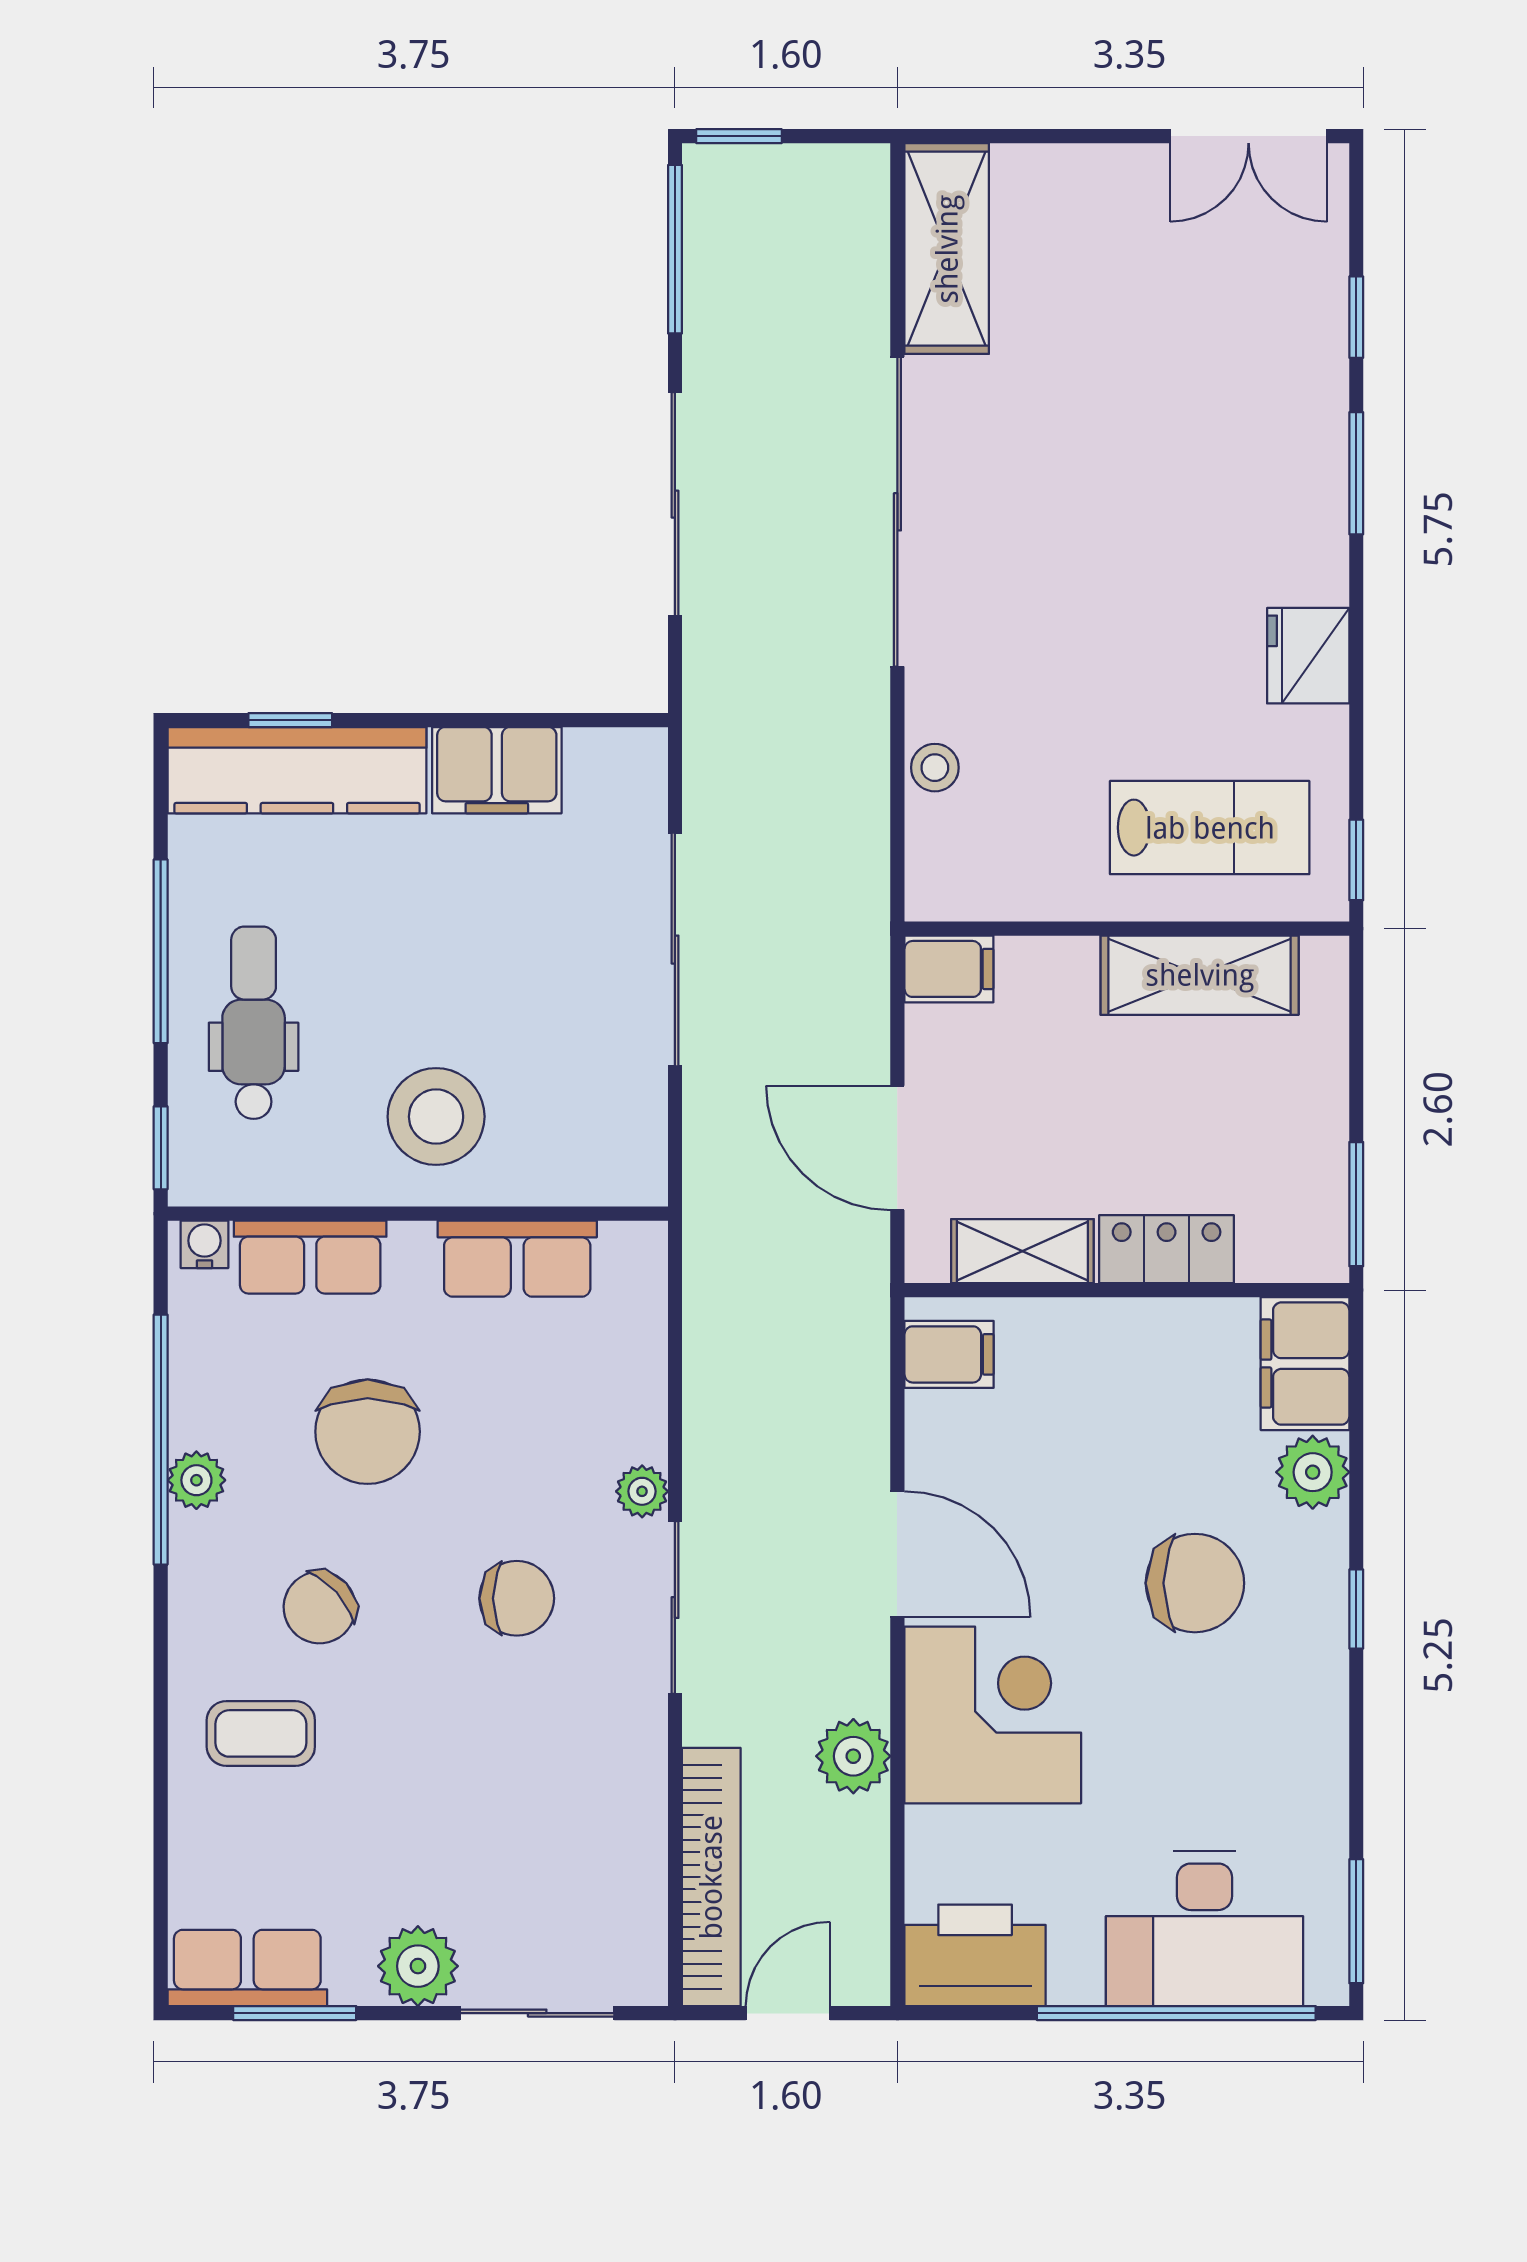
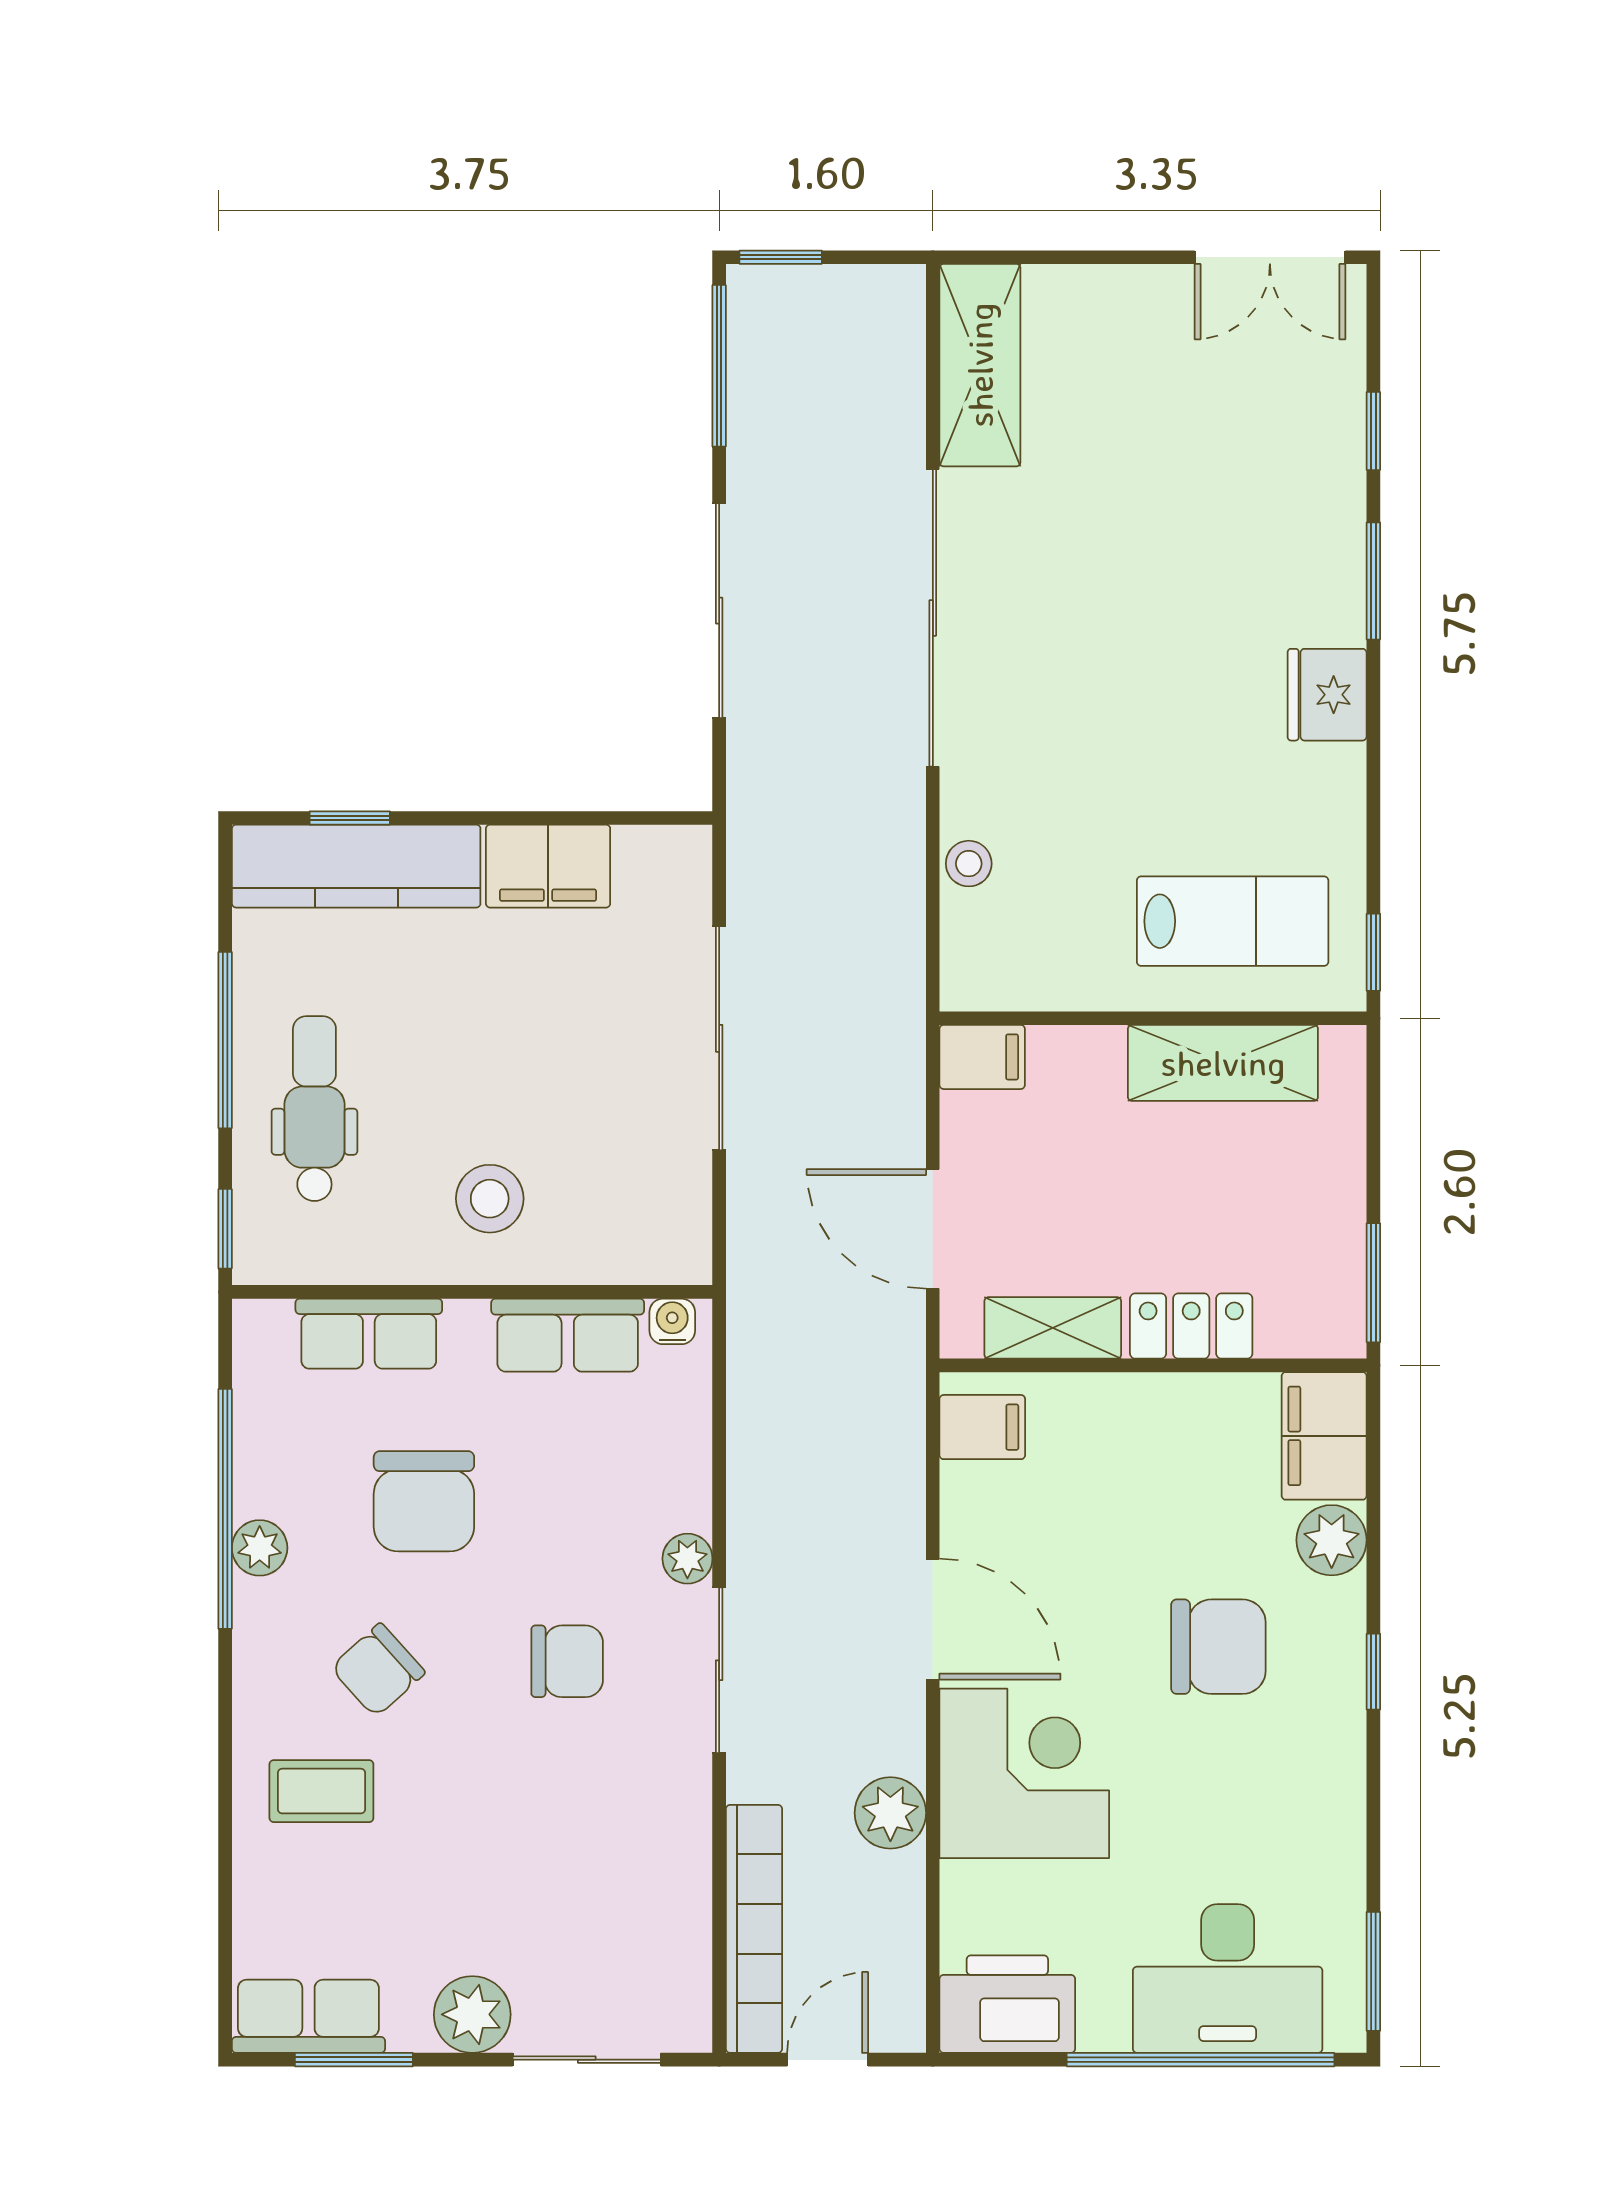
fridge: (1308, 656) -> (1327, 695), moved
stool: (436, 1117) -> (490, 1199), width x0.73, depth x0.73
water cooler: (204, 1244) -> (672, 1321), moved

